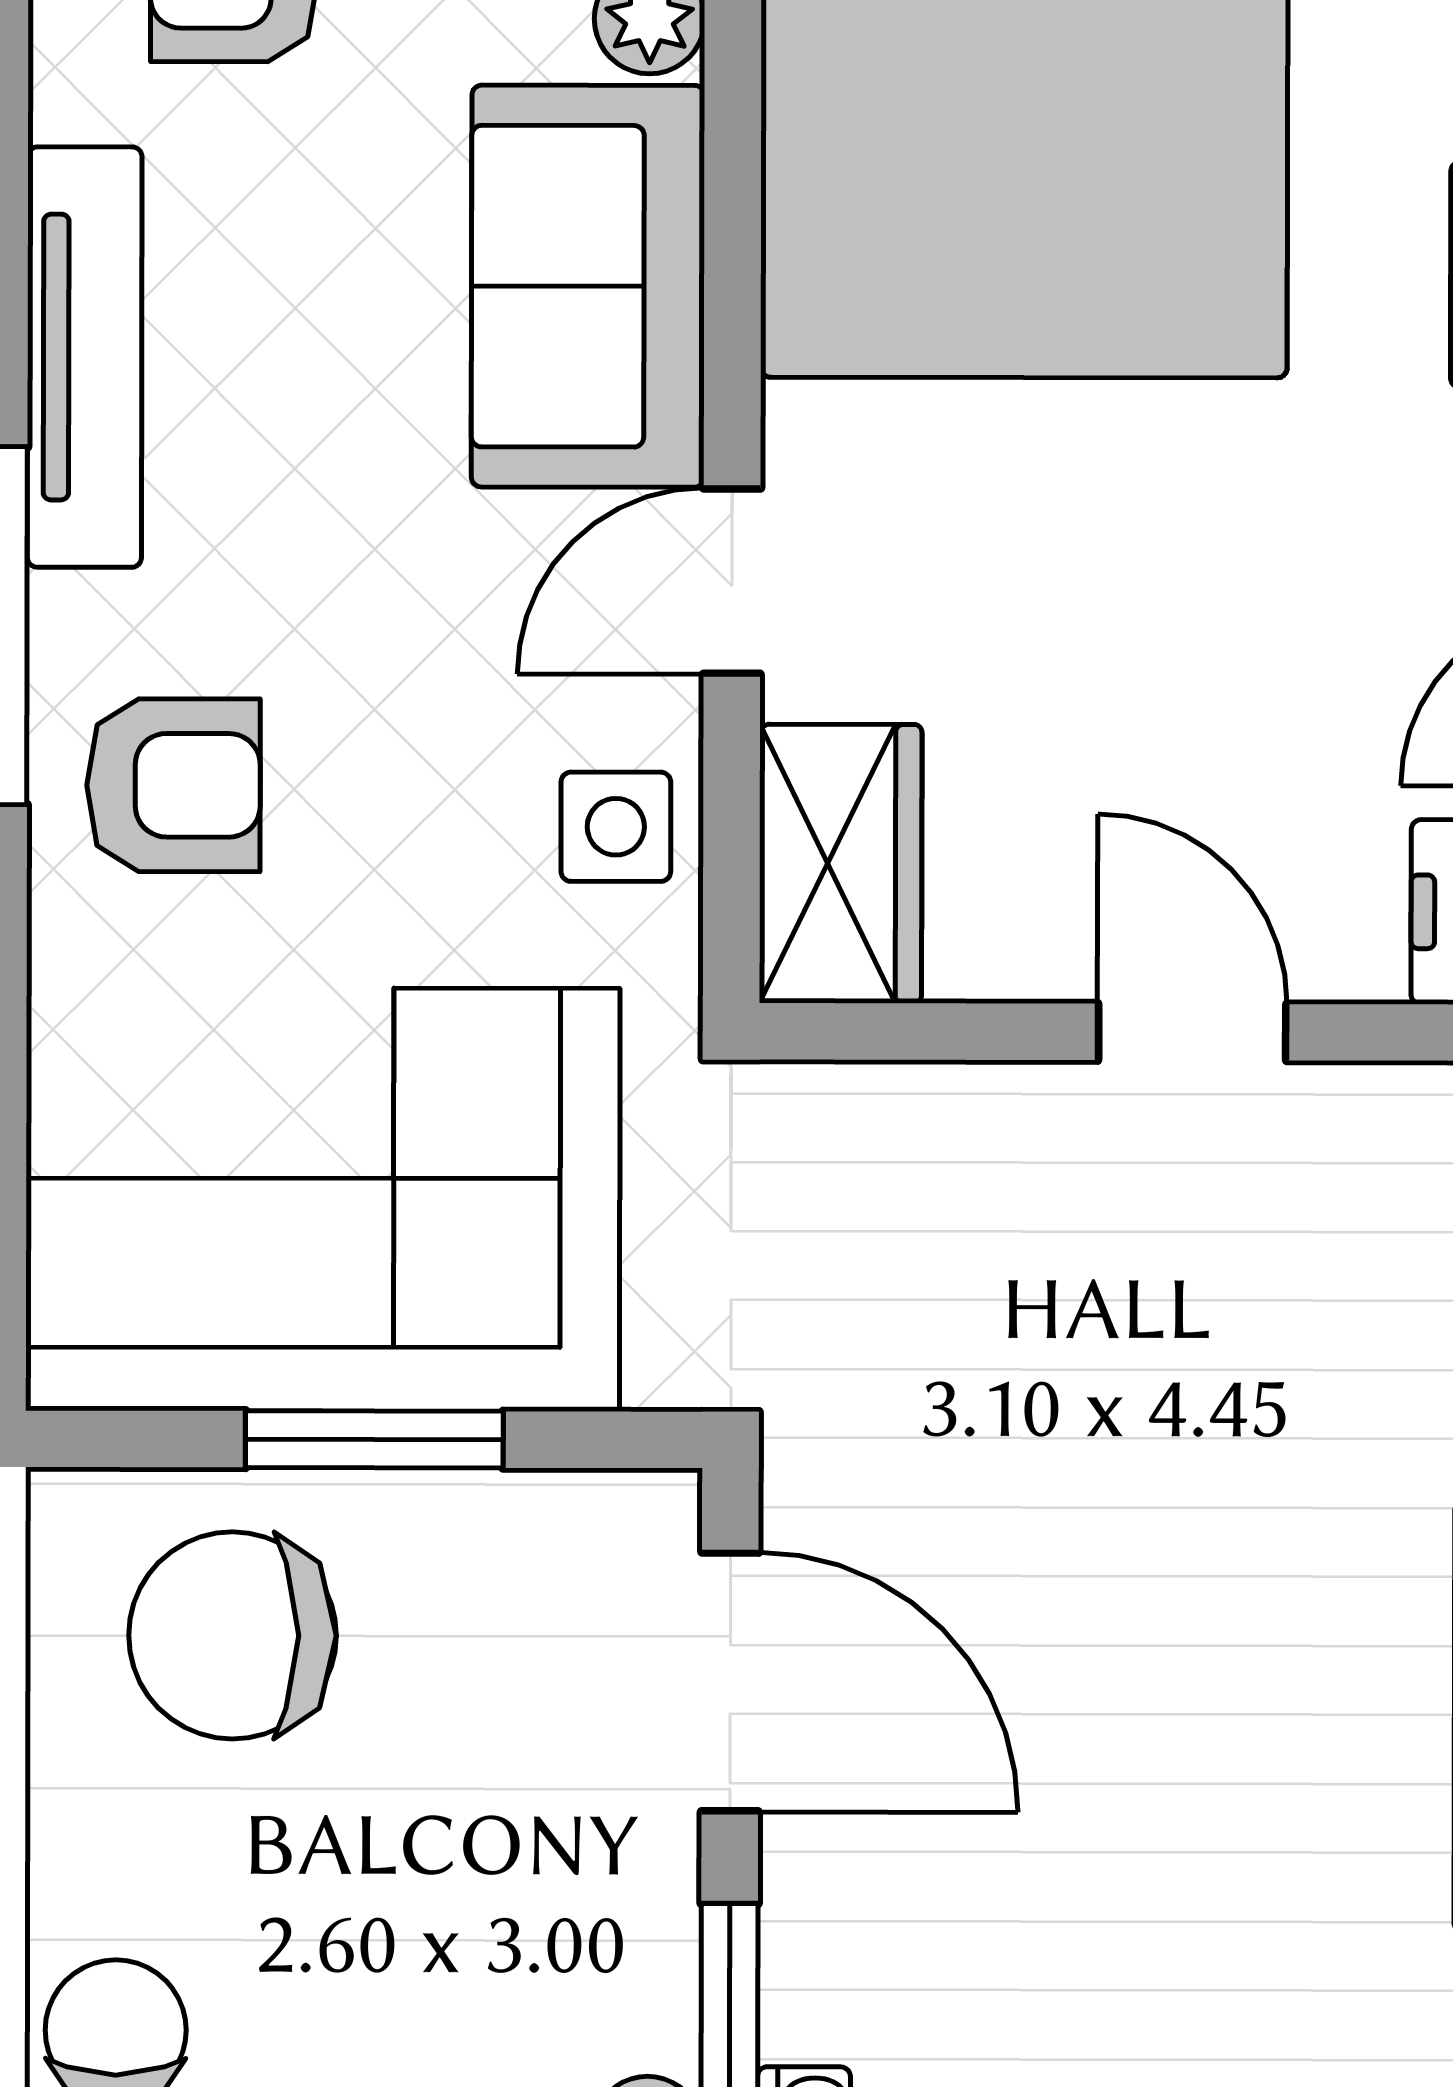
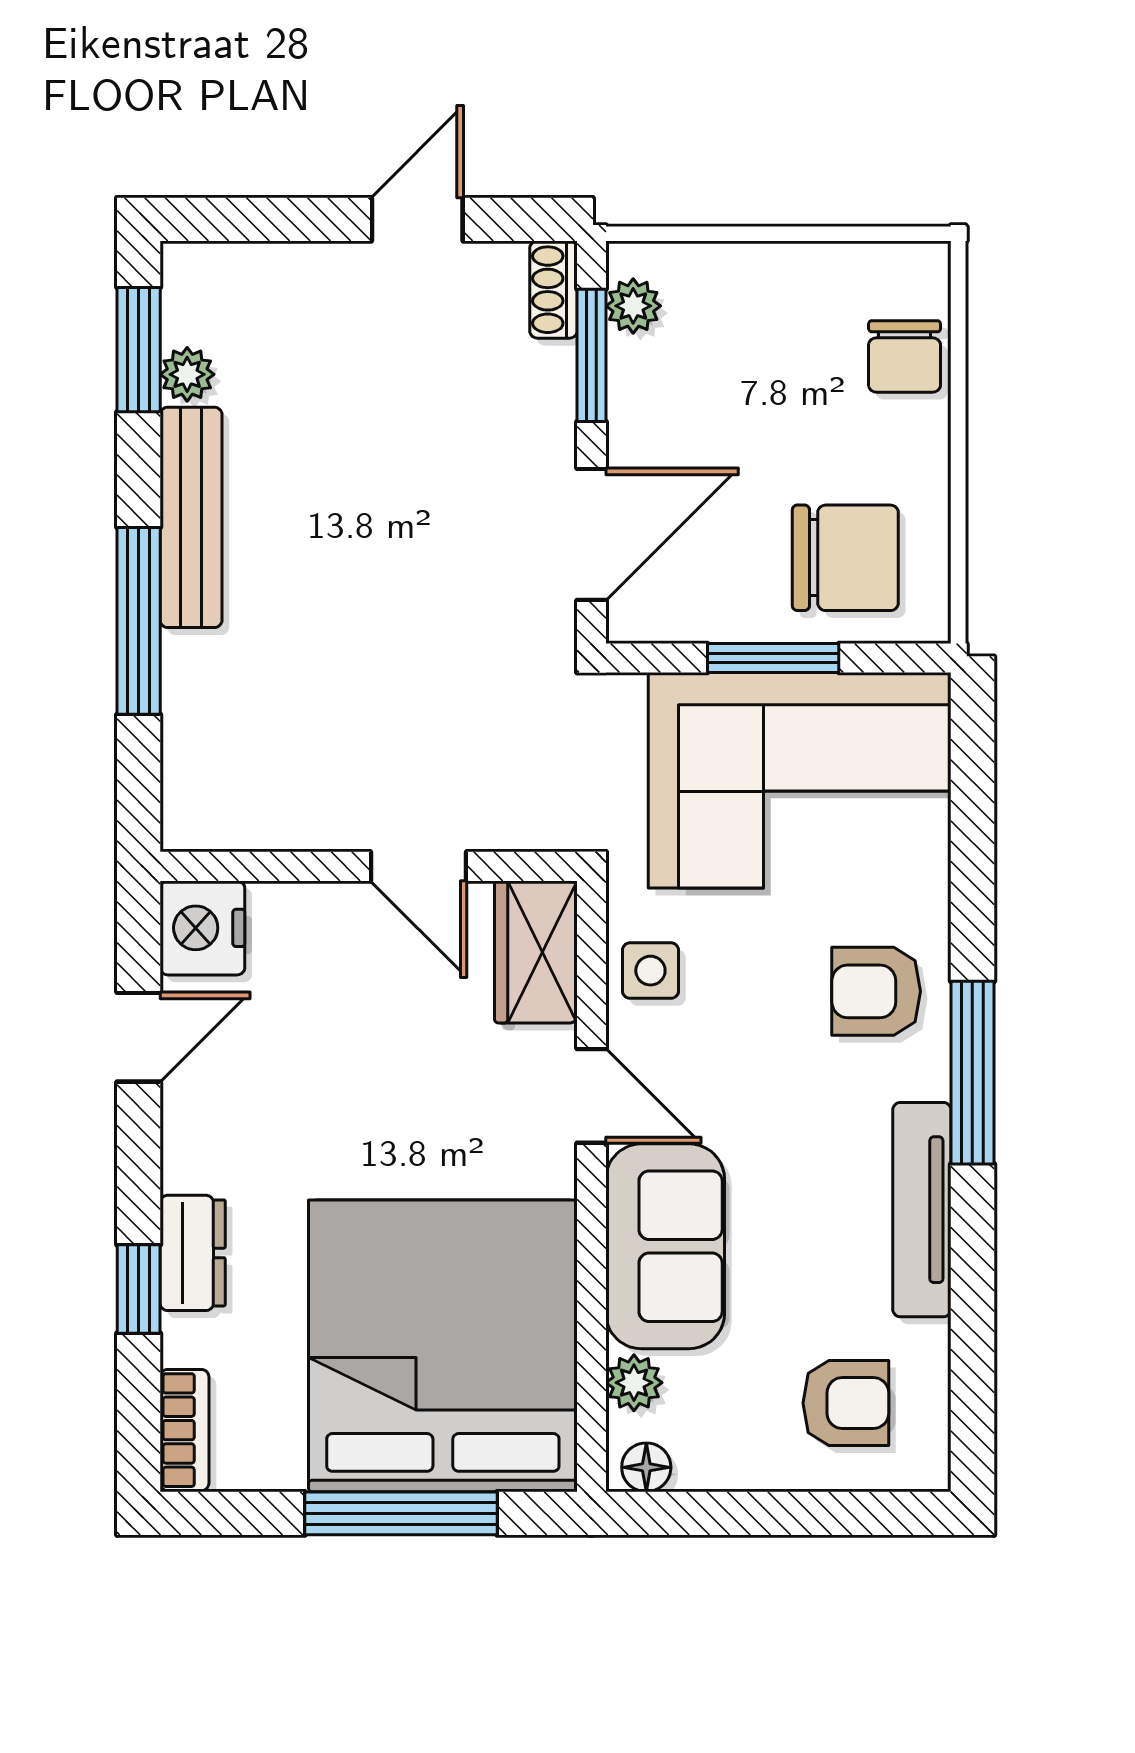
door: (732, 581) -> (591, 1096), hinge flipped
door: (1192, 1032) -> (418, 866), moved
door: (730, 1682) -> (591, 534), swing flipped

